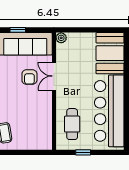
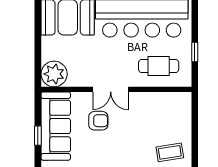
plant: (61, 38) -> (54, 74), width x1.88, depth x1.88
double door: (54, 76) -> (111, 89), moved

